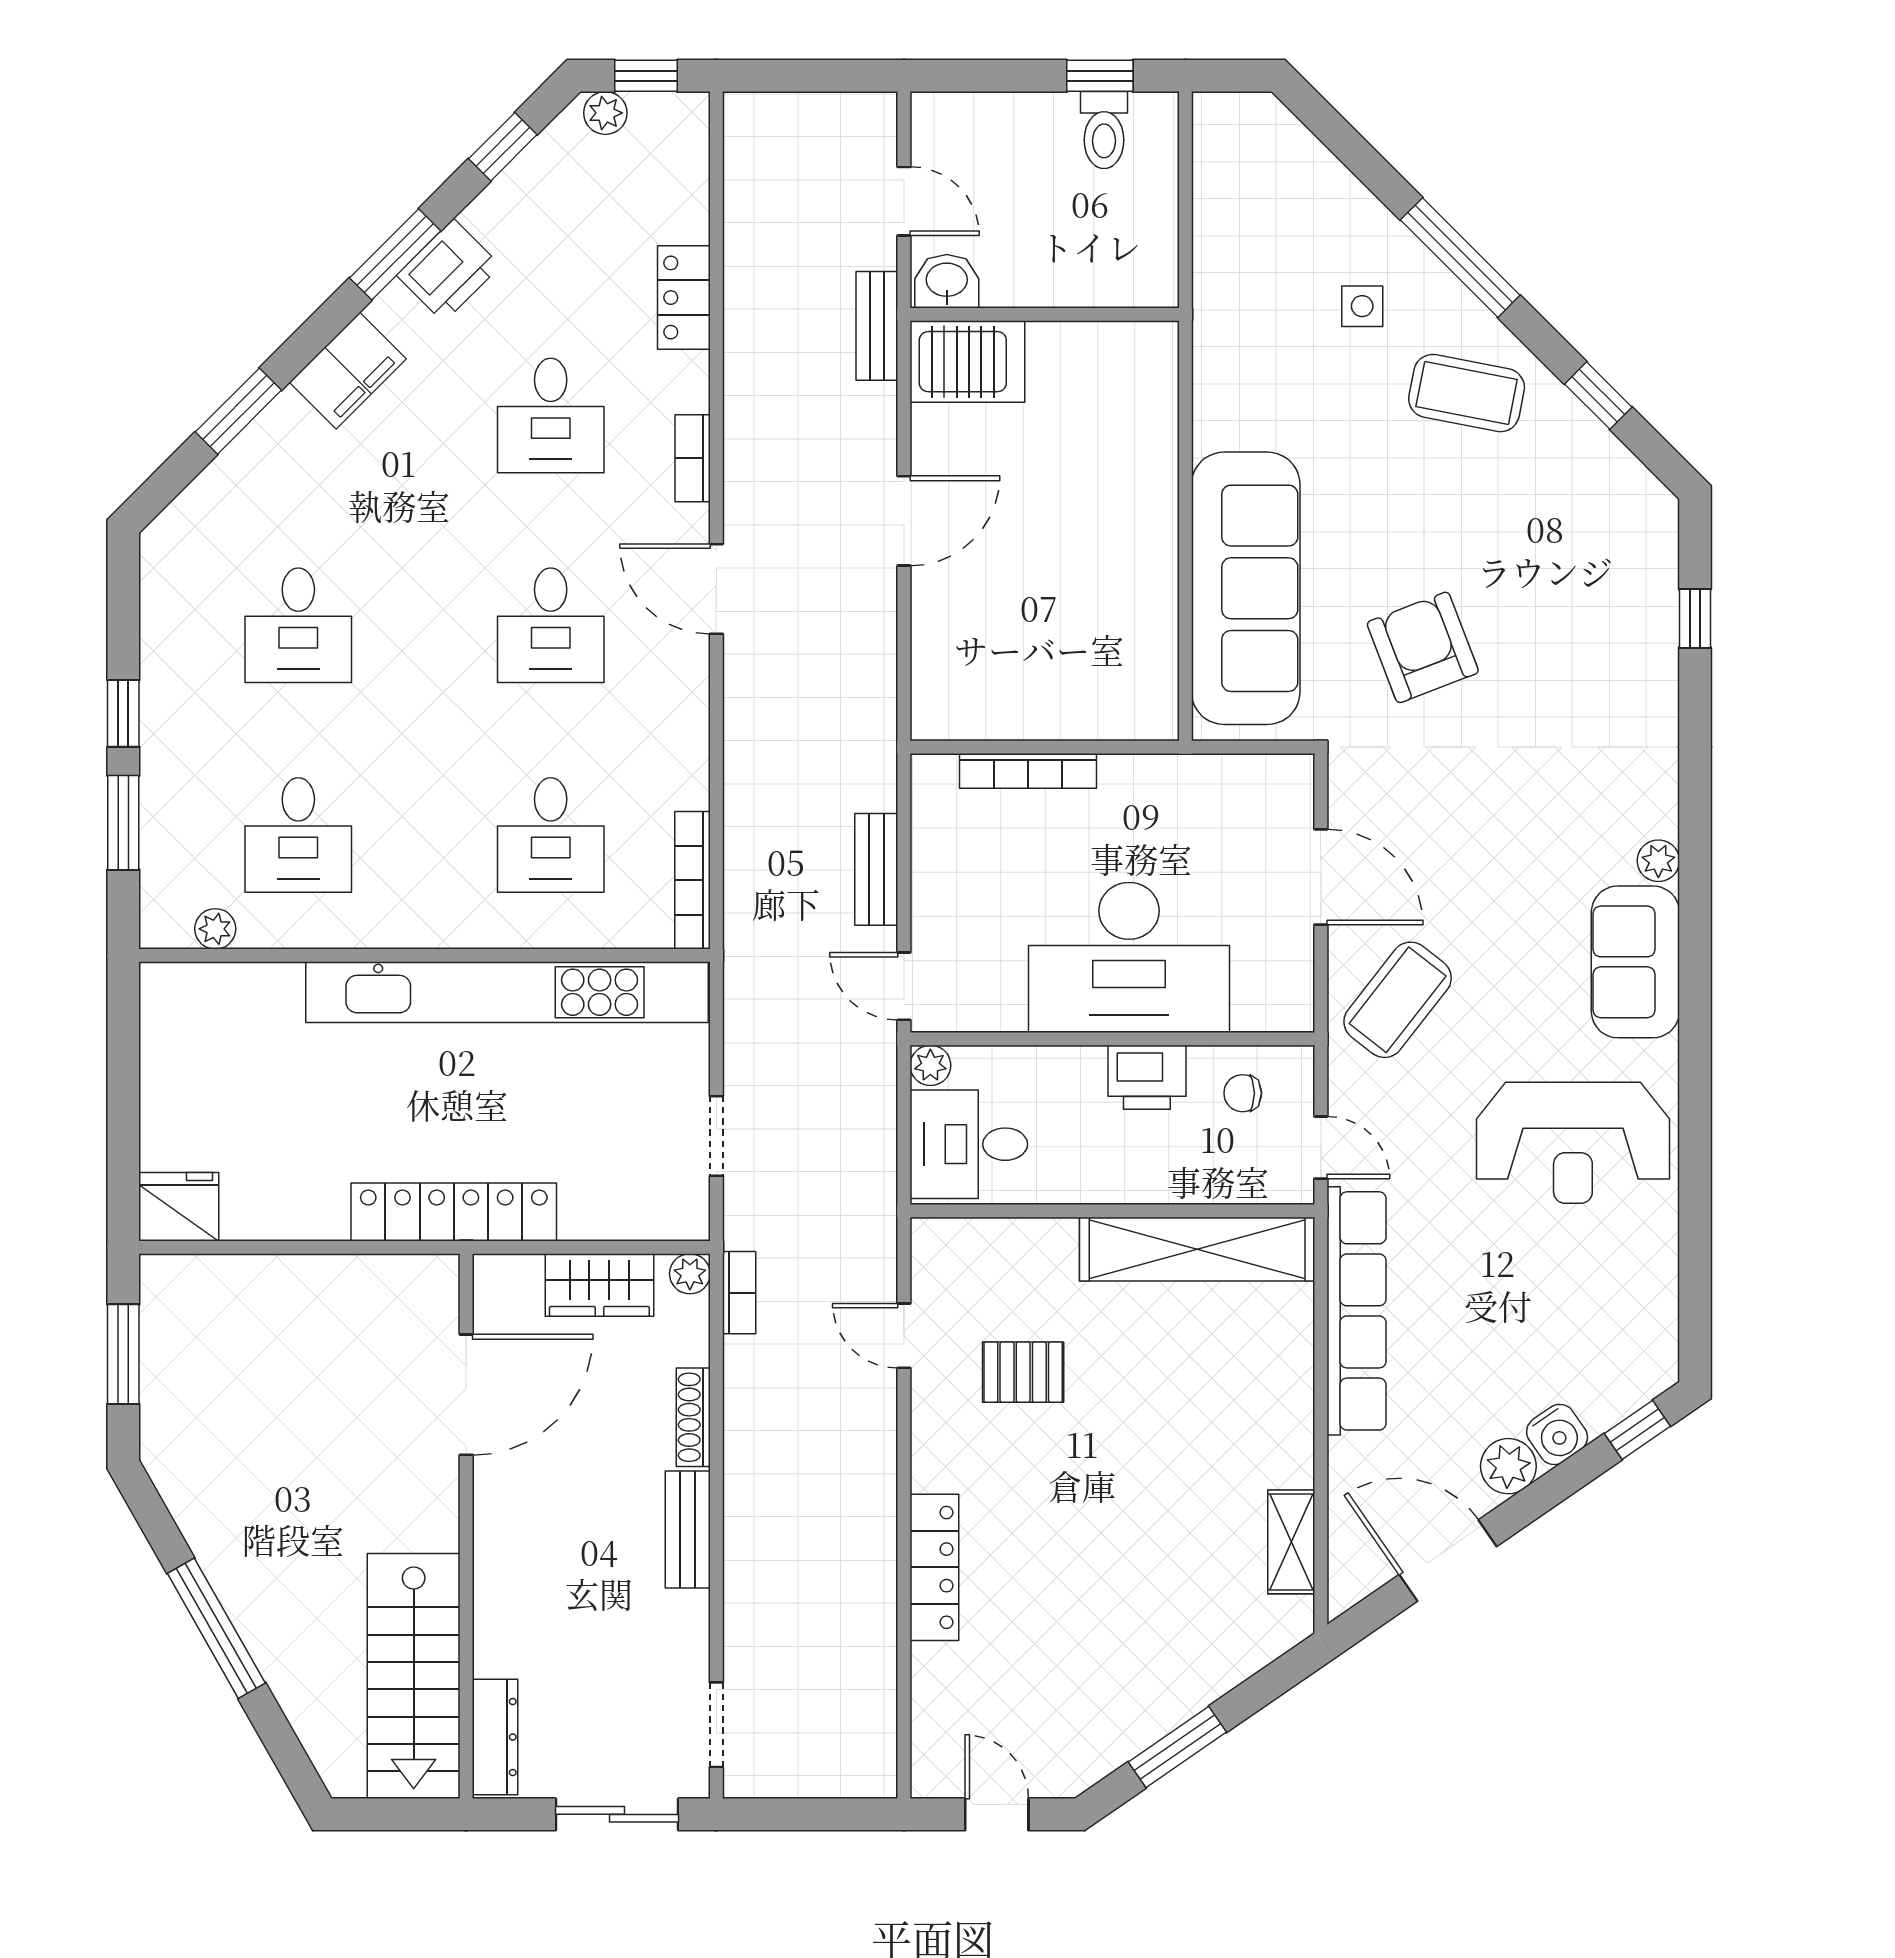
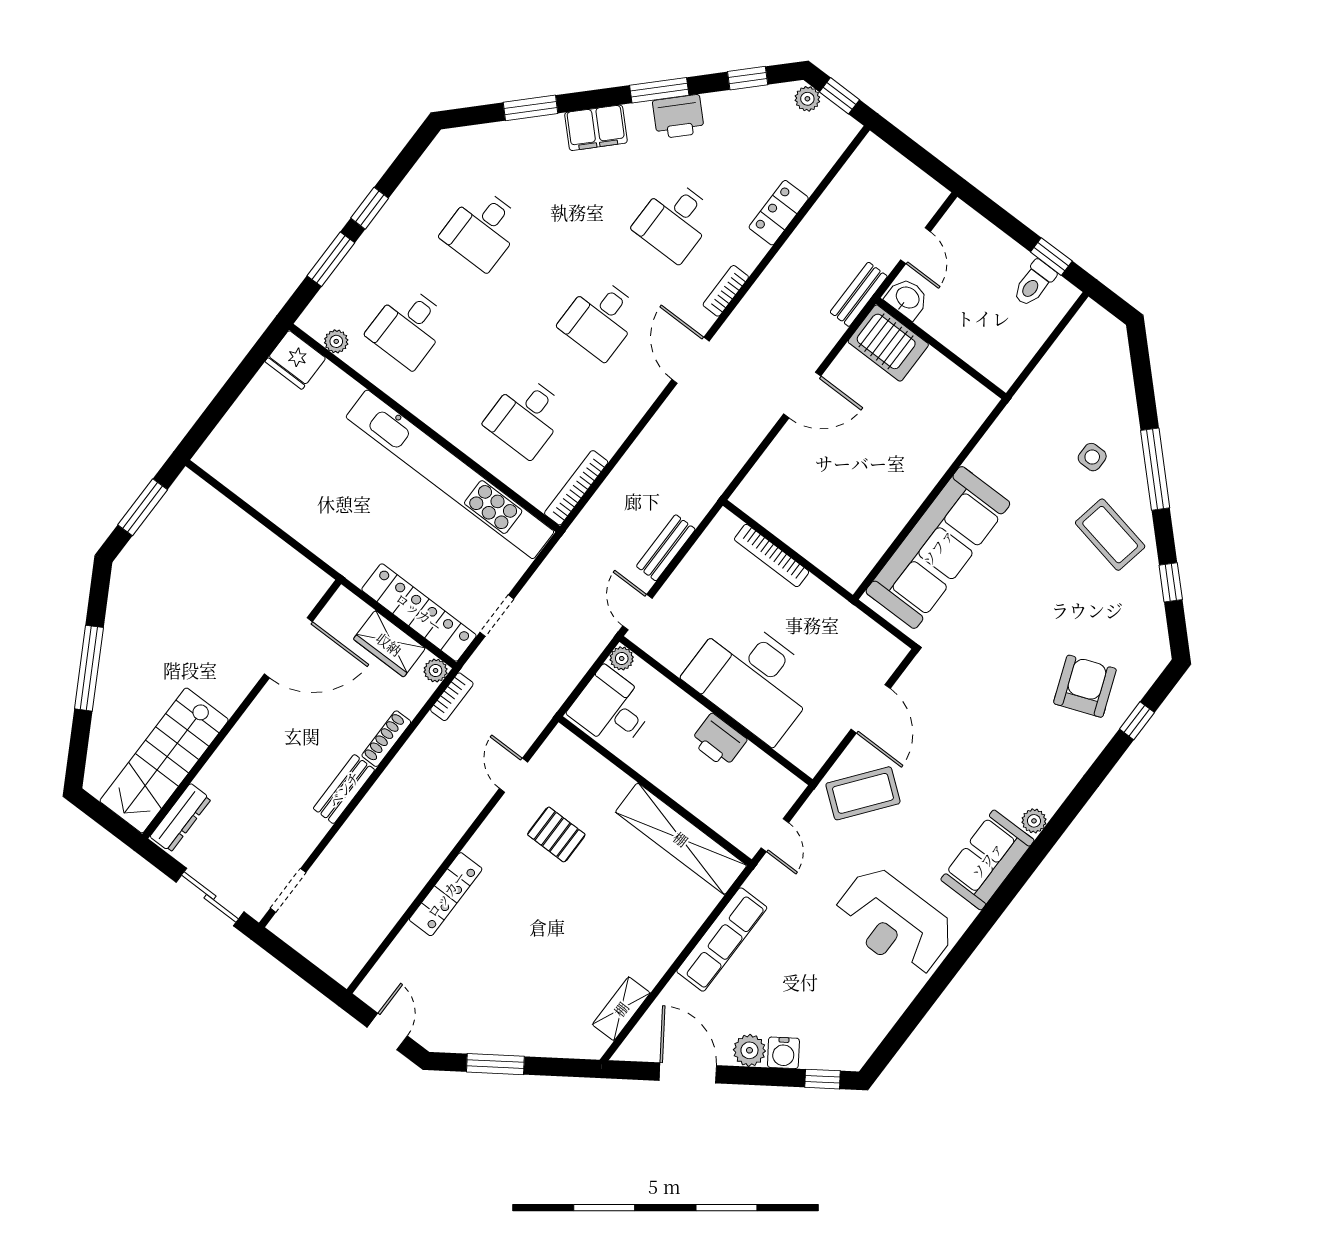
armchair: (1423, 647) -> (1085, 686), moved
chair: (1243, 1093) -> (758, 782), removed
fridge: (179, 1207) -> (295, 360), moved, turned 180
locker: (454, 1212) -> (419, 612), moved
row of seats: (1357, 1311) -> (722, 940), width x0.73

